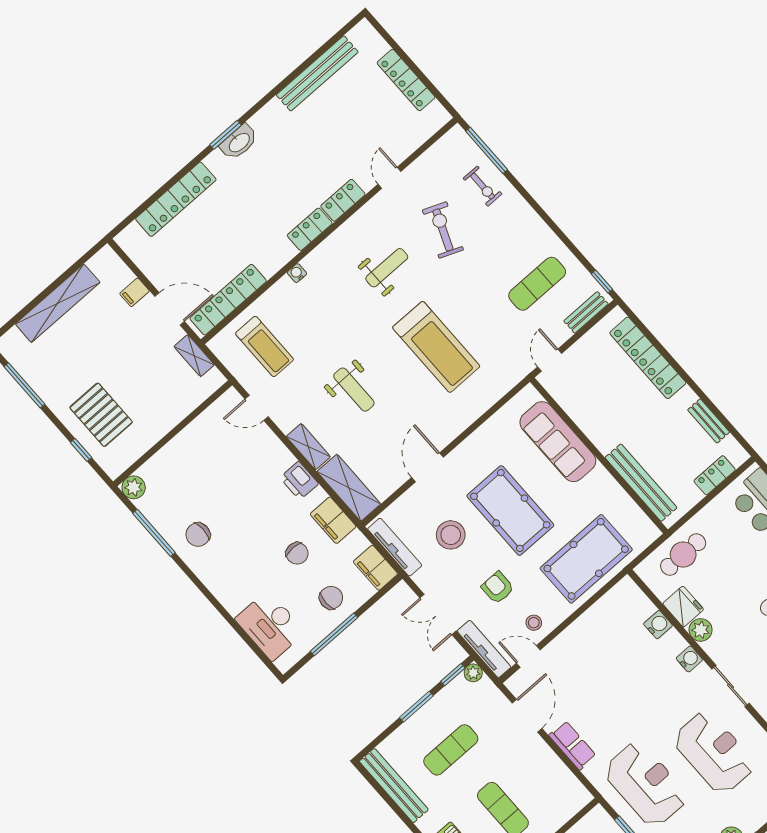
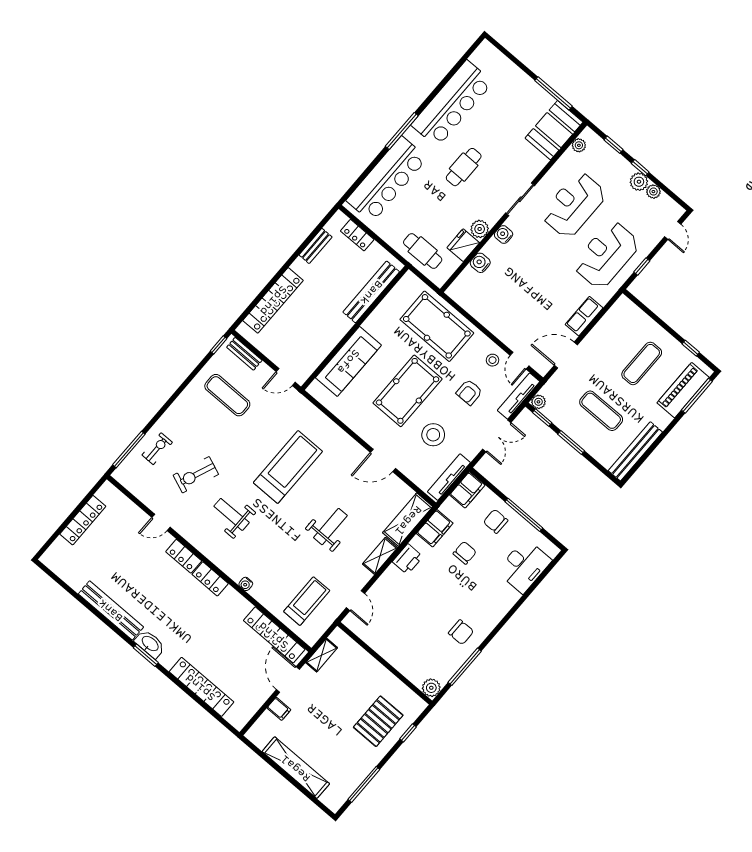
bench: (317, 73) -> (111, 610), moved

